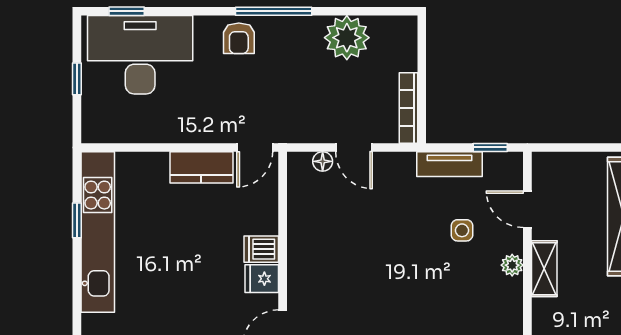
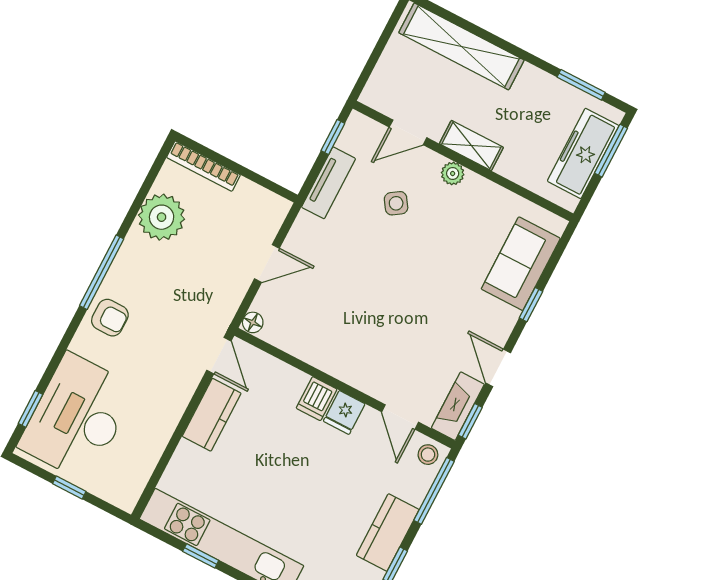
bookcase: (408, 108) -> (203, 166), moved
floor lamp: (323, 161) -> (253, 322), moved
side table: (462, 230) -> (396, 203), turned -34

